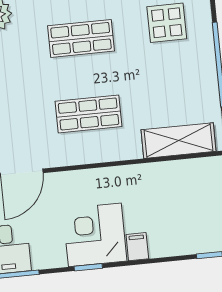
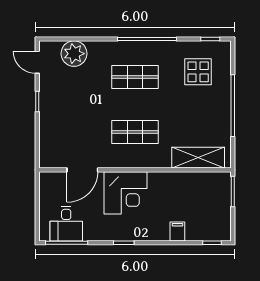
corner desk: (95, 235) -> (125, 193), moved, turned 180
filing cabinet: (137, 247) -> (177, 231), moved

